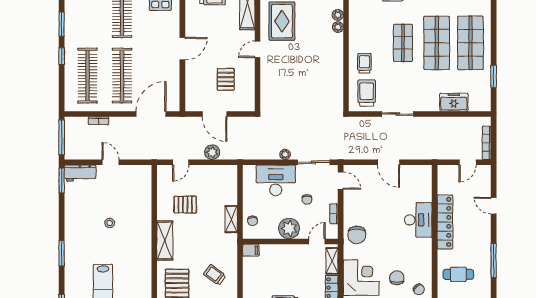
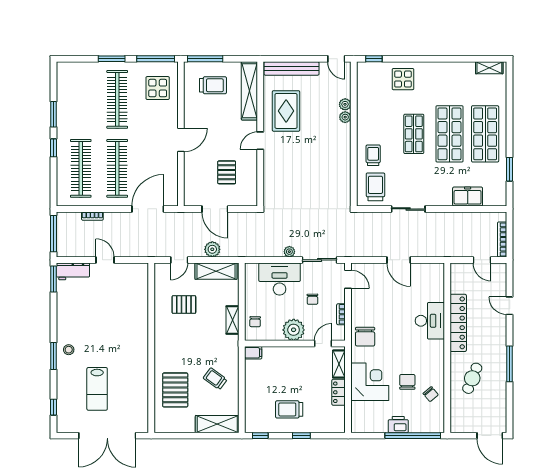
door: (468, 162) -> (482, 260), hinge flipped
stool: (110, 223) -> (69, 350), moved
shelving: (165, 240) -> (216, 271), moved, turned 90
cafe table: (458, 274) -> (472, 378), turned -68

